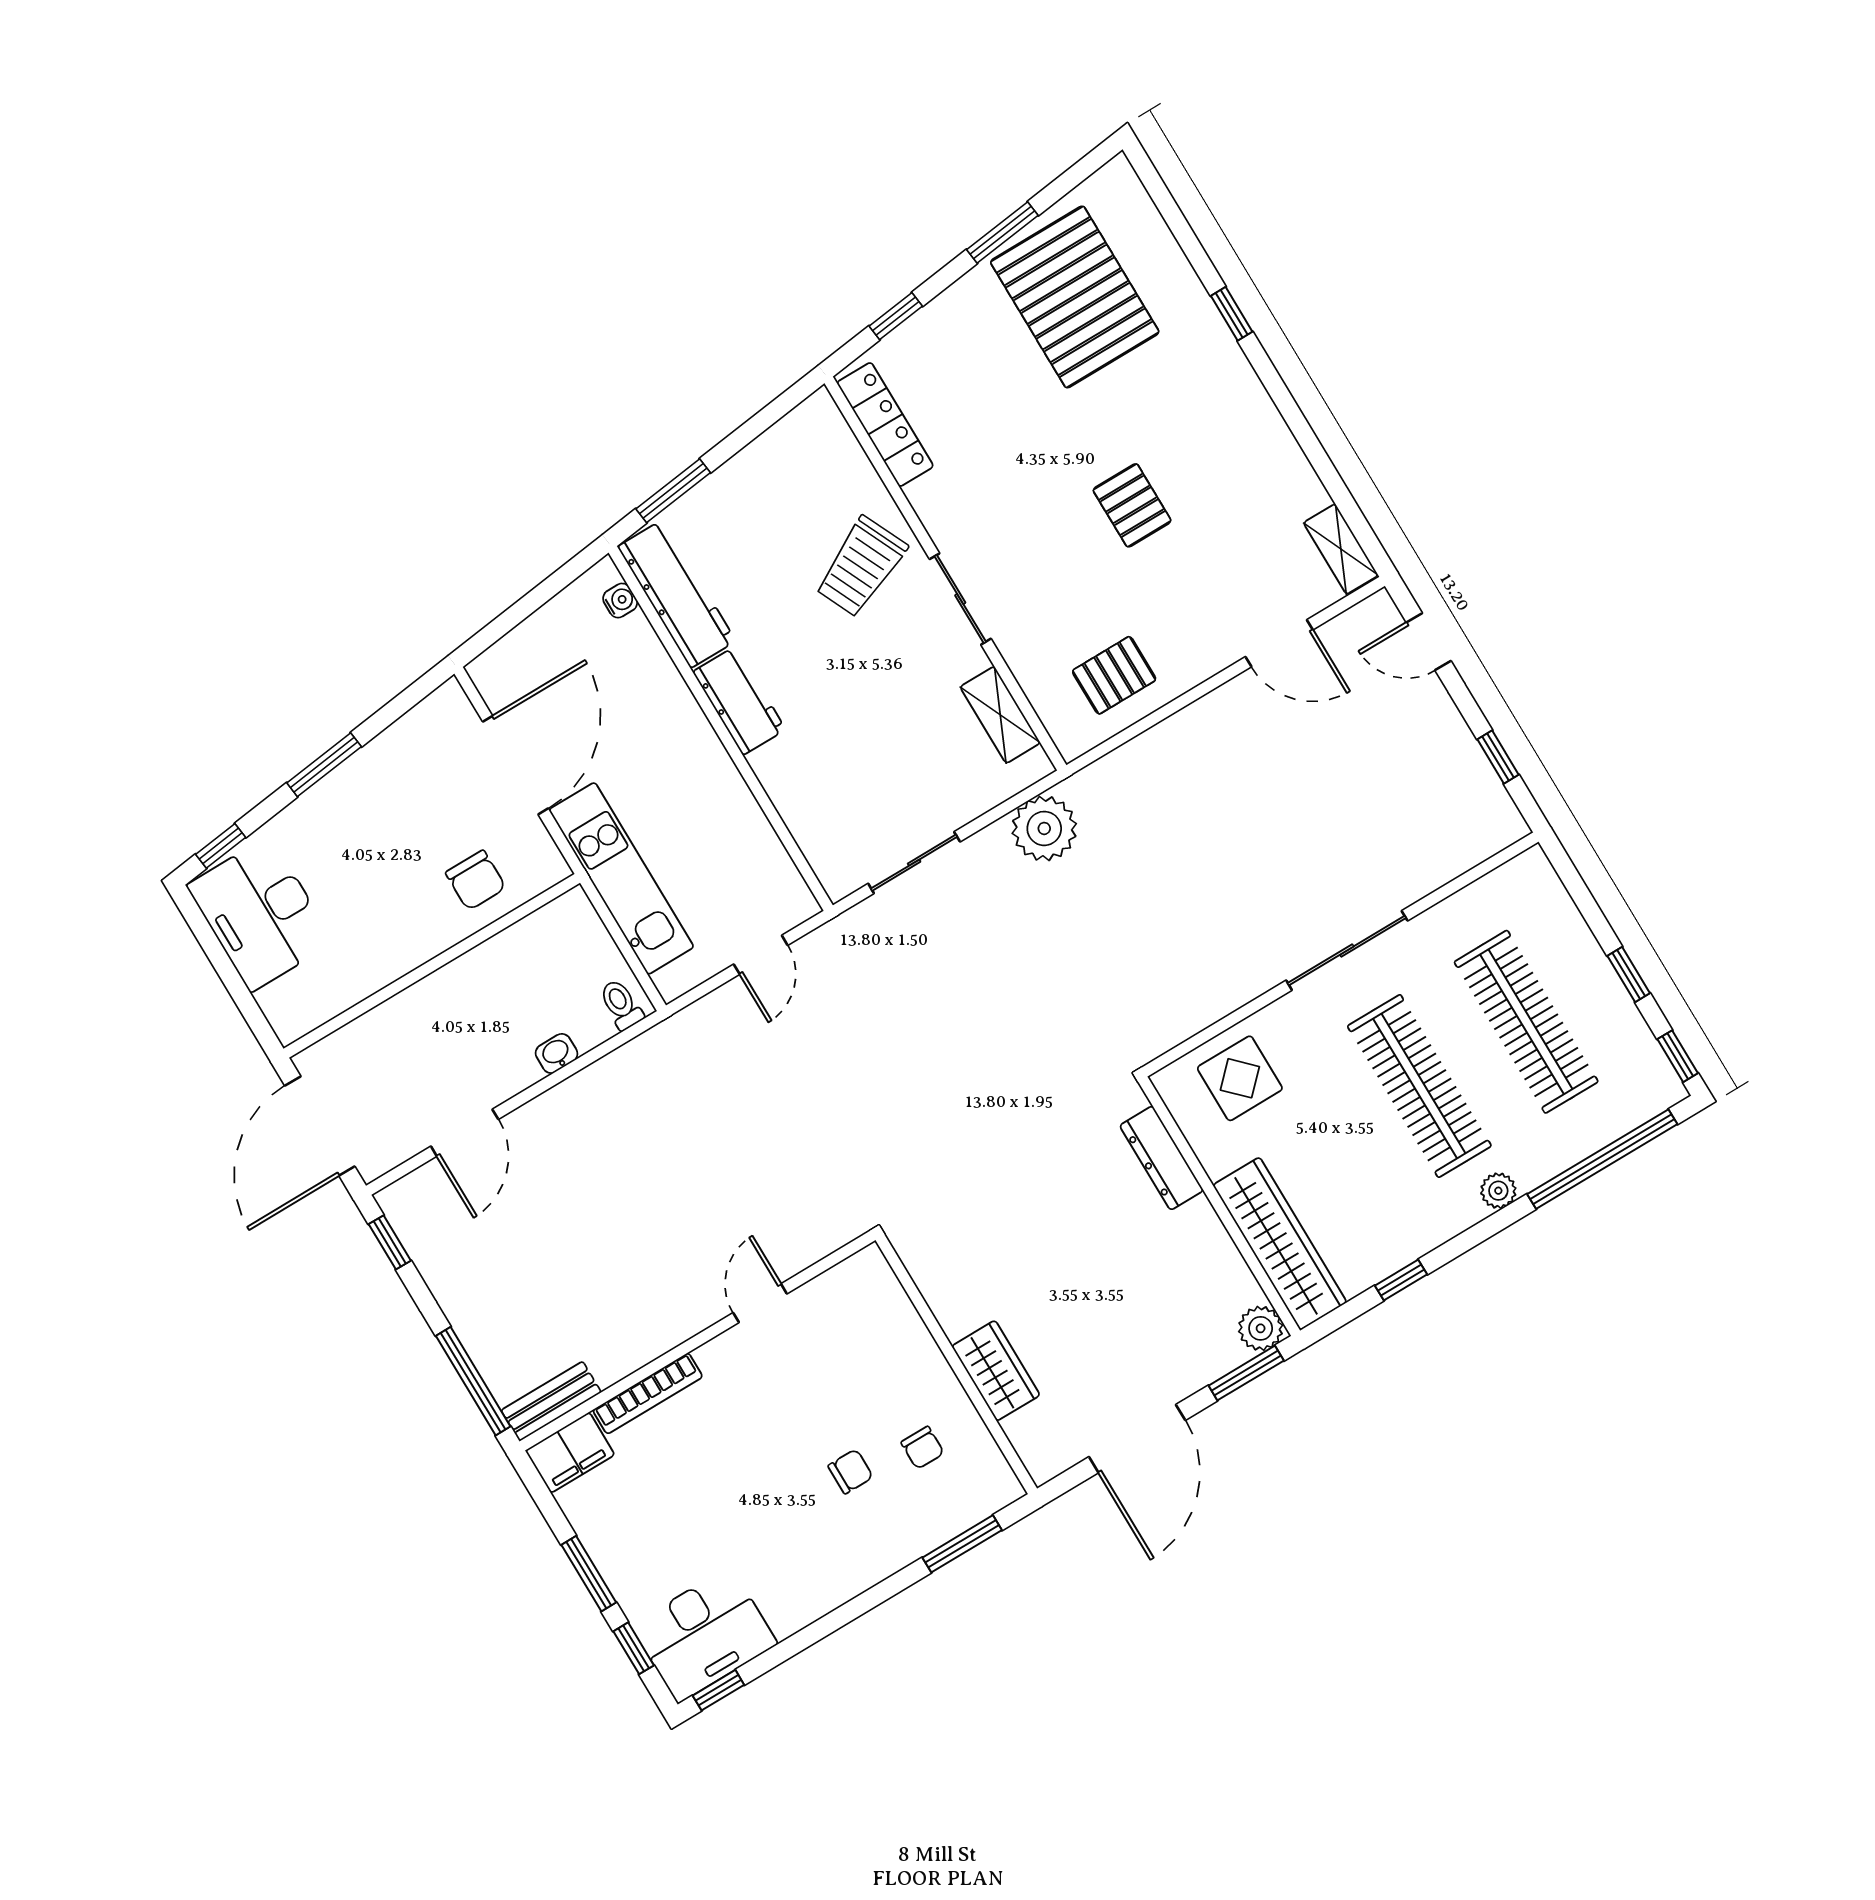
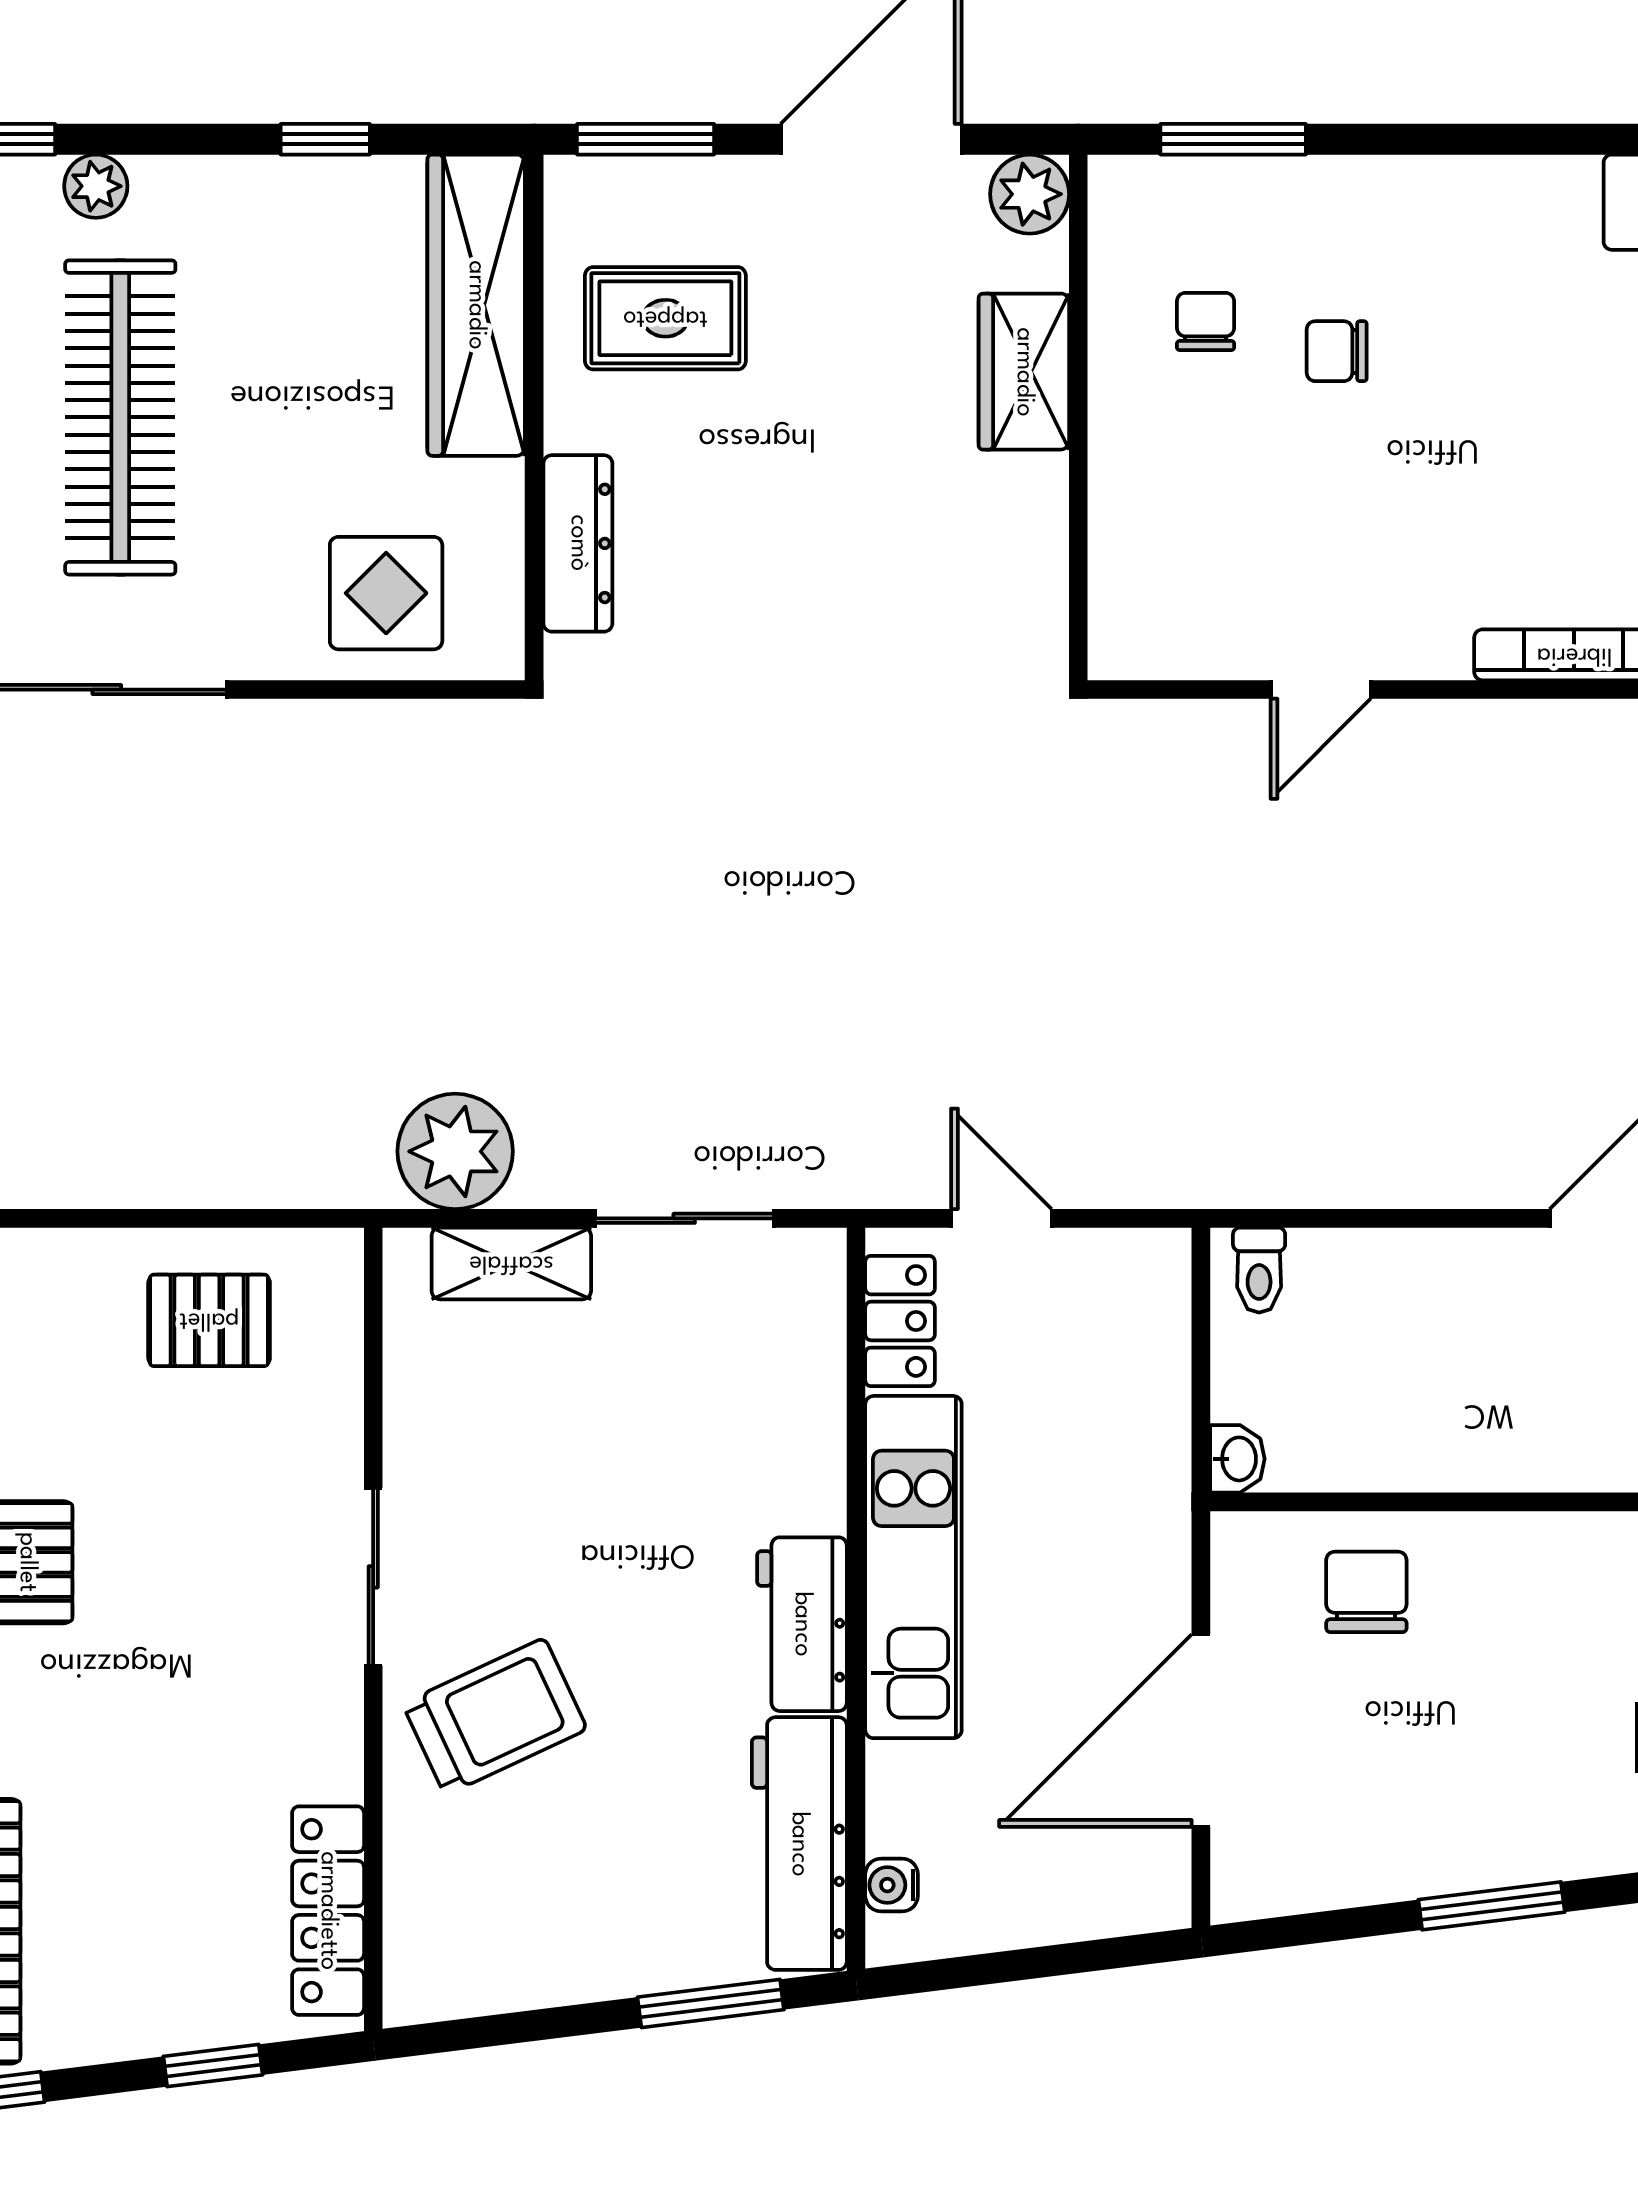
shelving: (1000, 715) -> (511, 1263), moved, turned 90
locker: (780, 876) -> (900, 1321), added
kitchen unit: (621, 878) -> (913, 1567), moved, turned 180
door: (761, 955) -> (1001, 1218), hinge flipped
washbasin: (557, 1053) -> (1237, 1459), moved, turned -90
rug: (1185, 1292) -> (665, 318), added
plant: (1261, 1328) -> (1030, 194), moved

